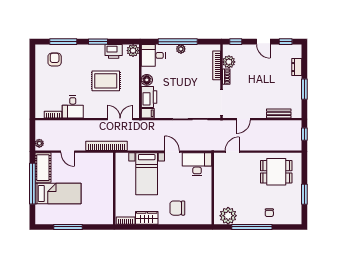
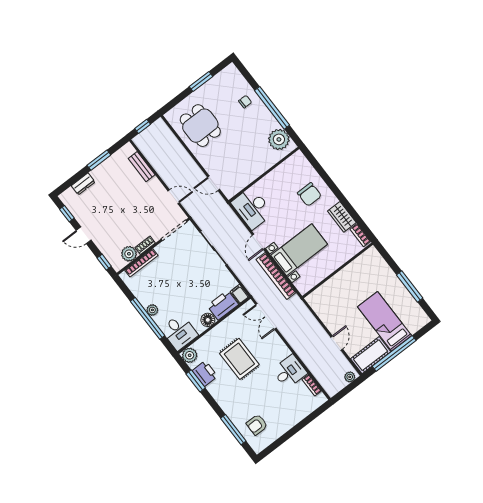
window: (98, 42) -> (196, 381), moved
door: (263, 42) -> (84, 235), swing flipped
bookcase: (107, 146) -> (276, 276), moved

